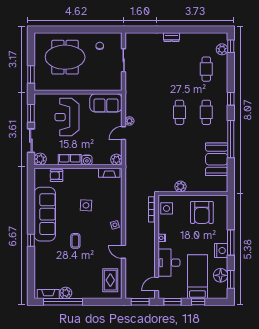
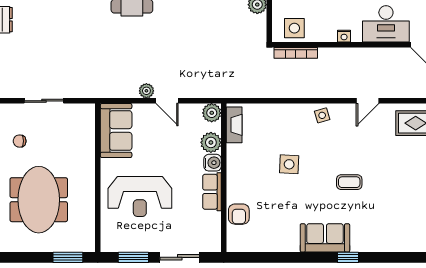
plant: (40, 159) -> (211, 142), moved
sofa: (45, 214) -> (325, 238), width x0.54, depth x0.79

